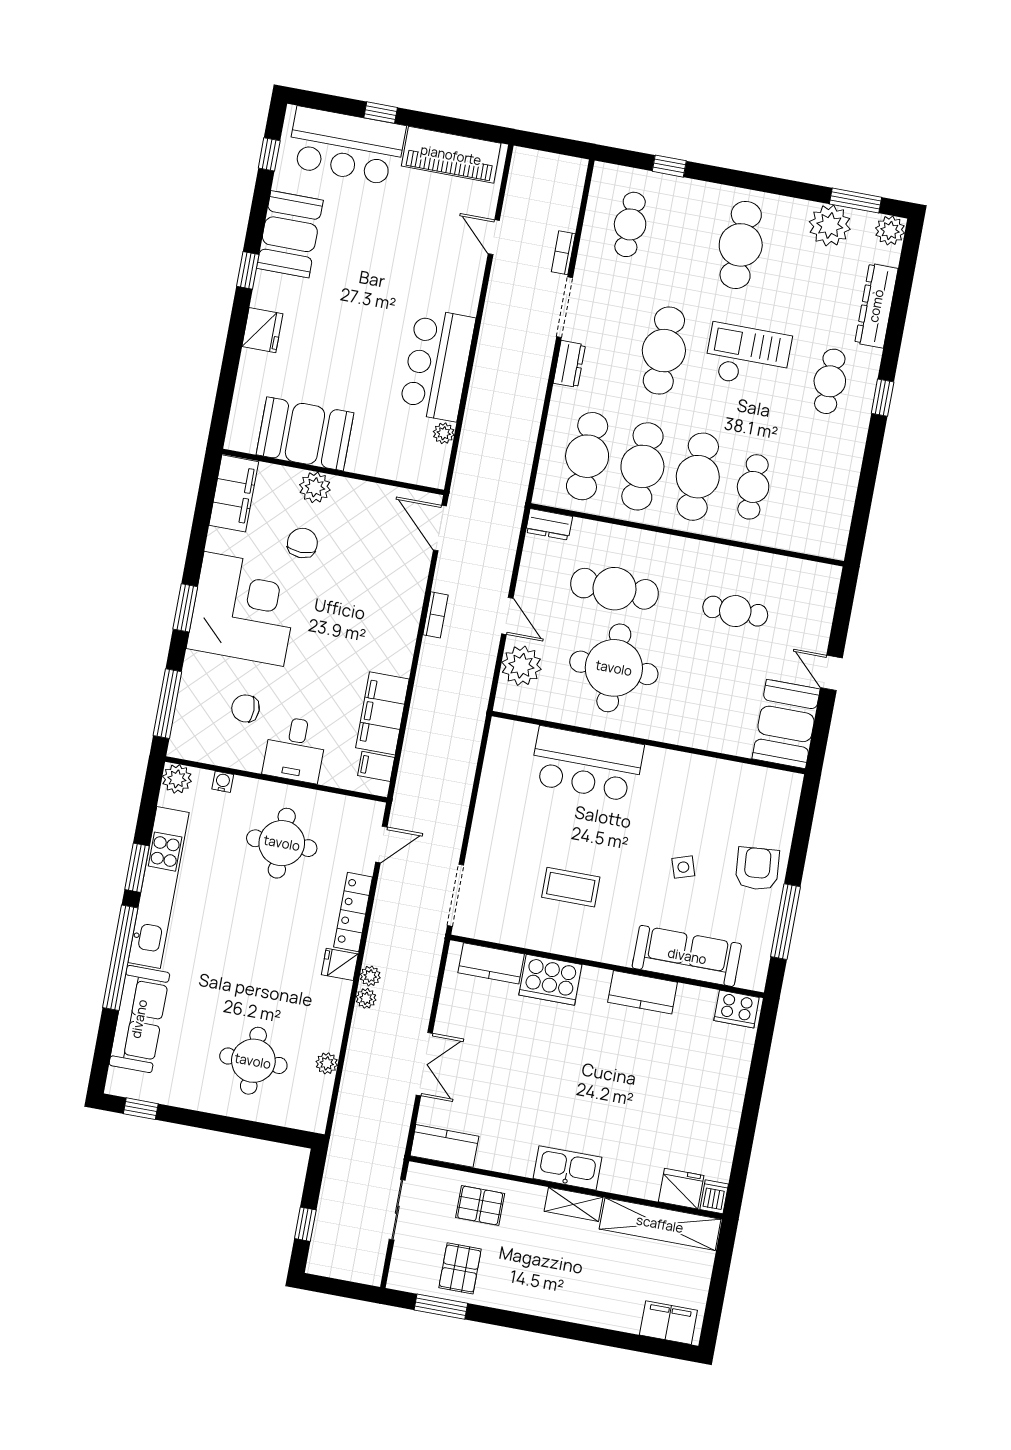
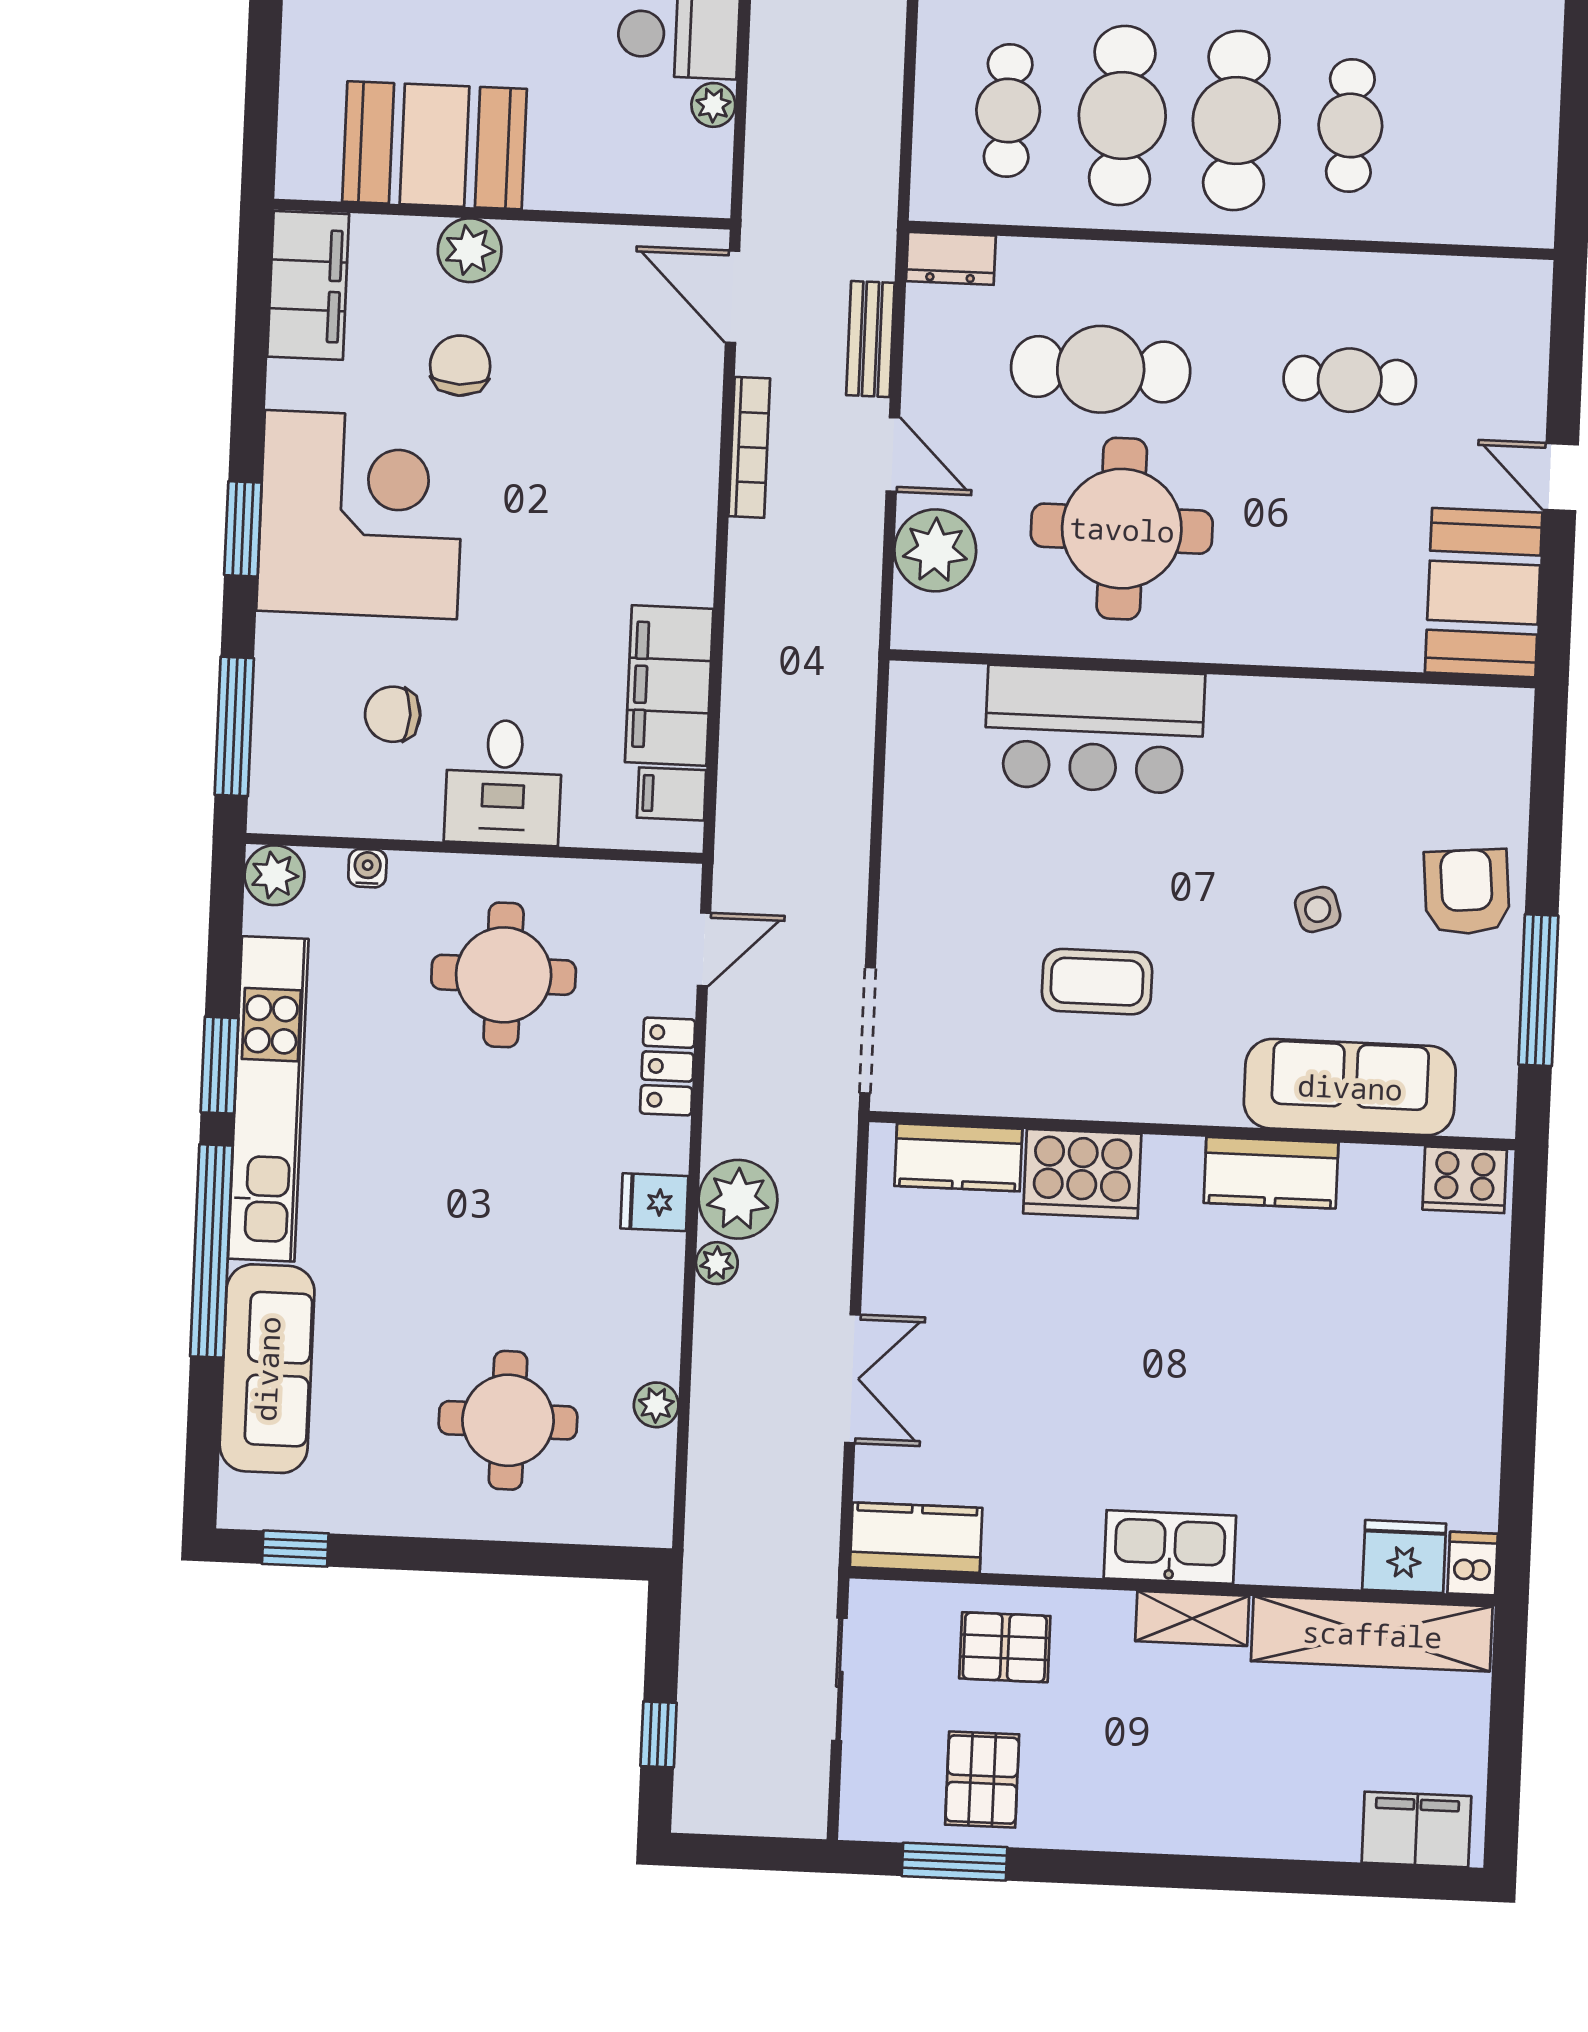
cafe table: (587, 456) -> (1008, 111), width x0.73, depth x0.74
bench: (504, 558) -> (870, 339), added
bookcase: (436, 615) -> (749, 447), width x1.56
locker: (353, 912) -> (668, 1066), width x0.66
plant: (370, 976) -> (738, 1199), width x1.88, depth x1.88

